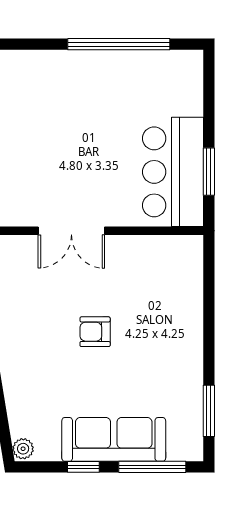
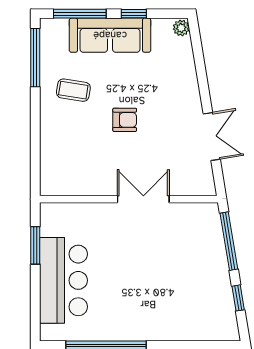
bar counter: (173, 172) -> (64, 280), moved
coffee table: (160, 370) -> (73, 90), added
window: (209, 411) -> (35, 58), width x1.44

